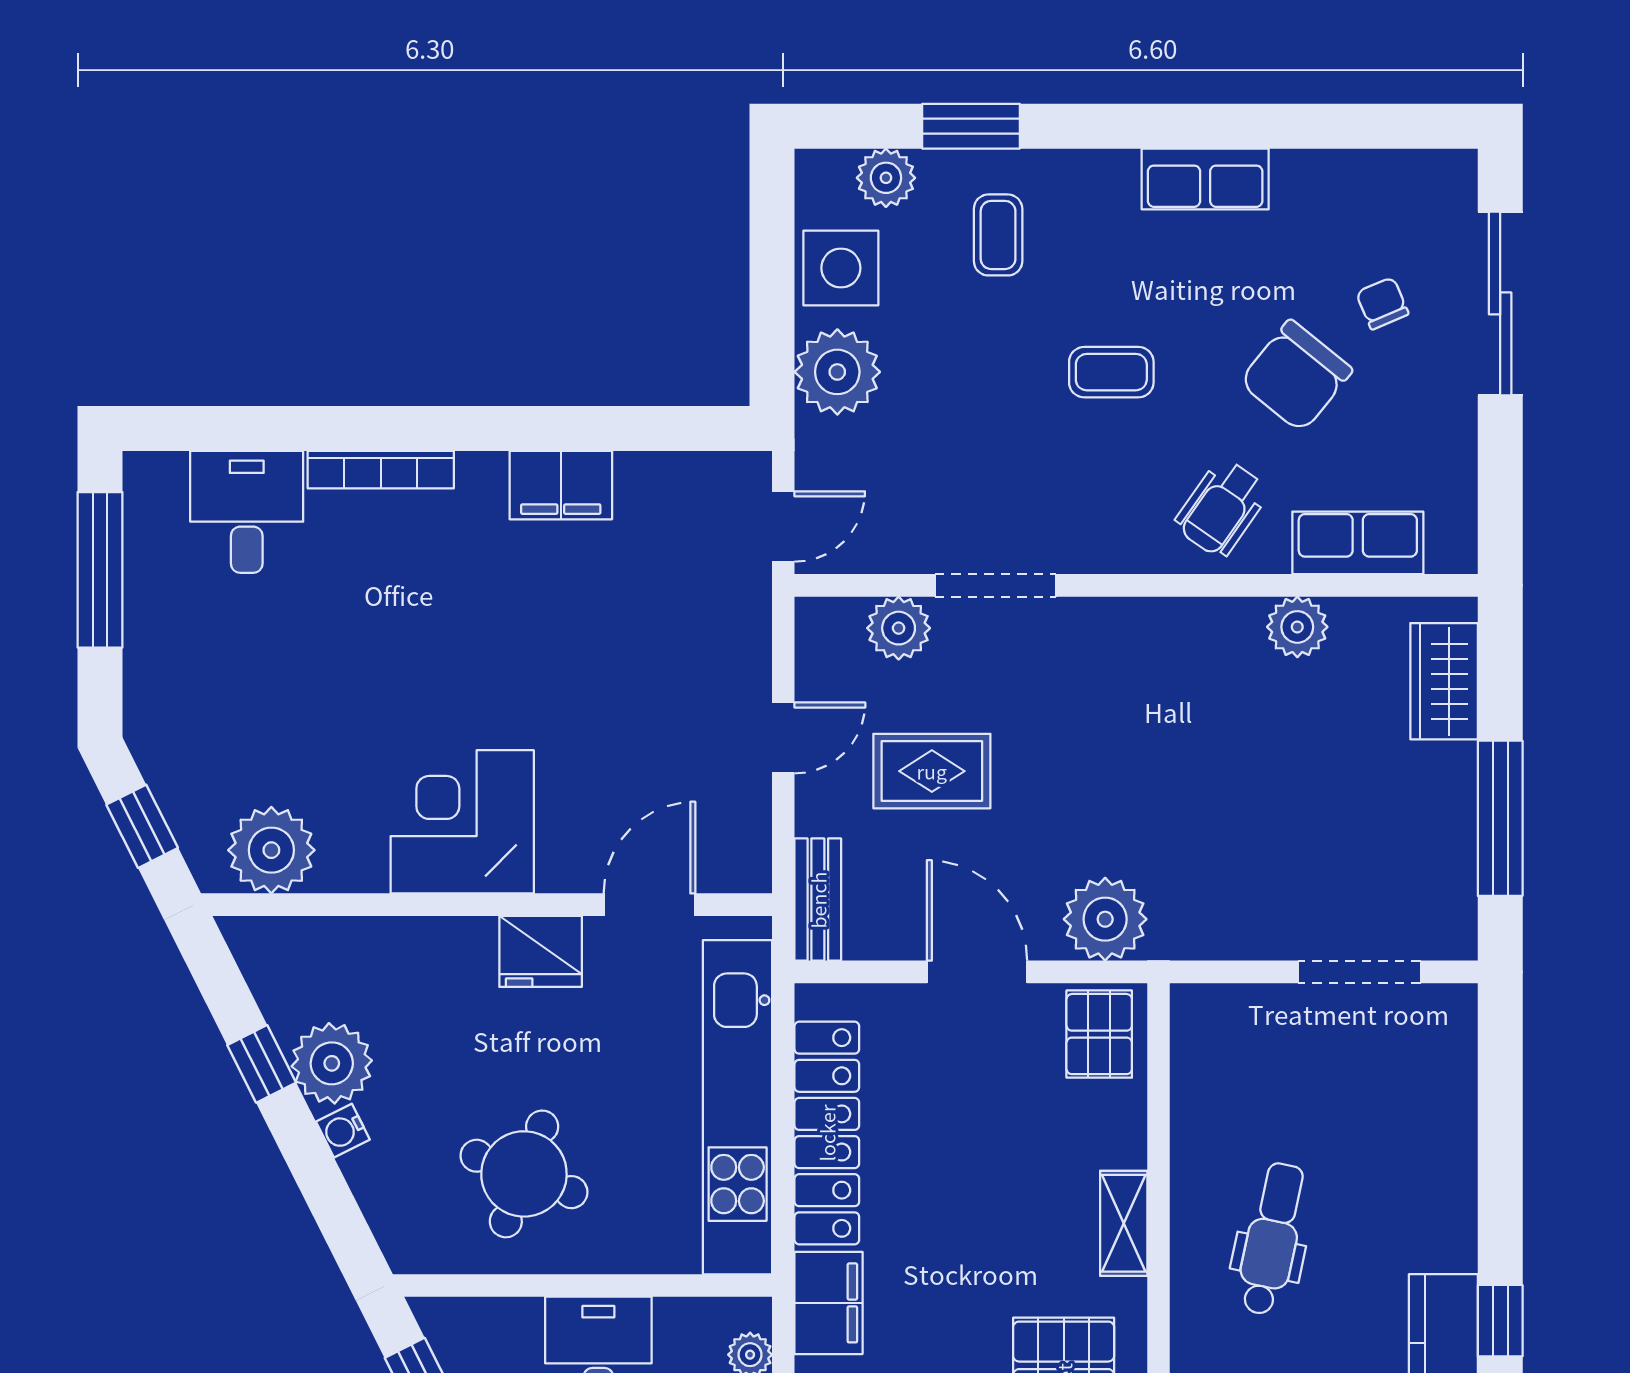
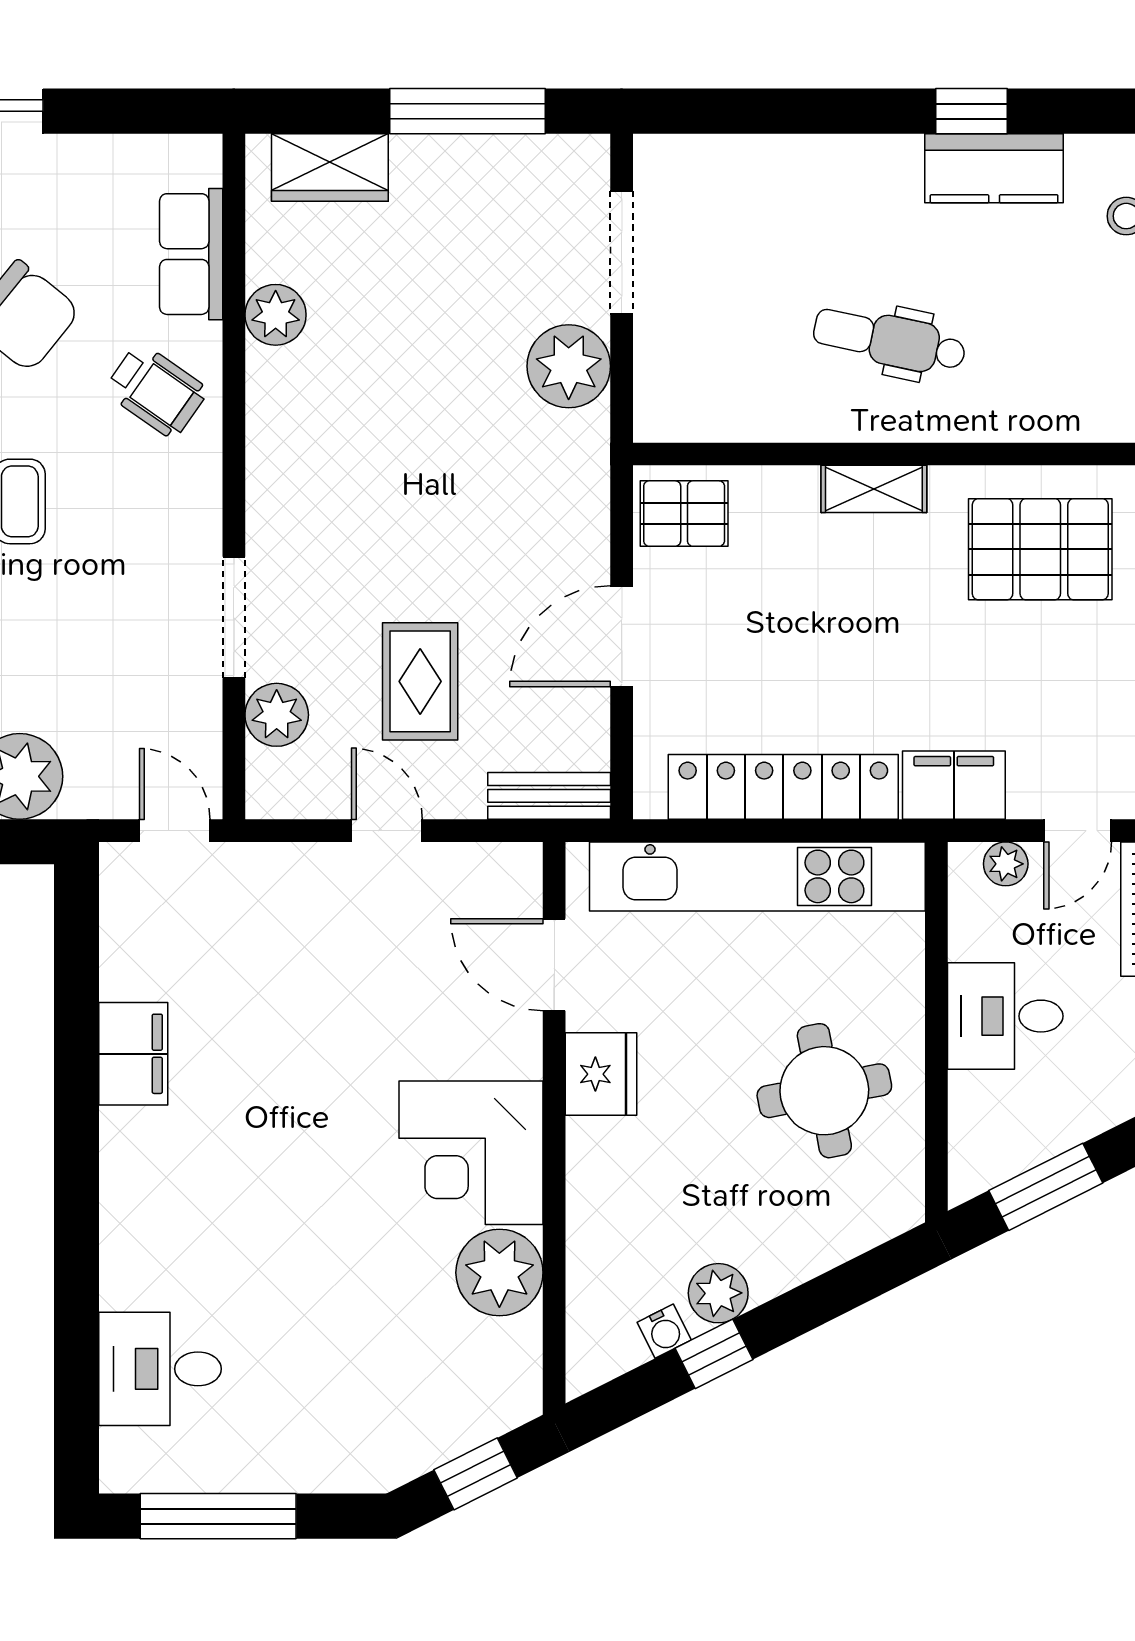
bookcase: (381, 470) -> (118, 1234), removed
plant: (271, 850) -> (499, 1273), moved
plant: (1105, 919) -> (569, 366), moved
plant: (332, 1063) -> (718, 1293), width x0.73, depth x0.73
water cooler: (343, 1131) -> (664, 1331), moved
round table: (524, 1174) -> (824, 1091), turned -32

